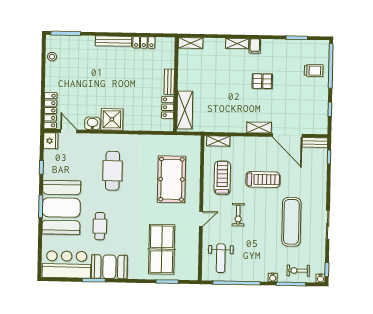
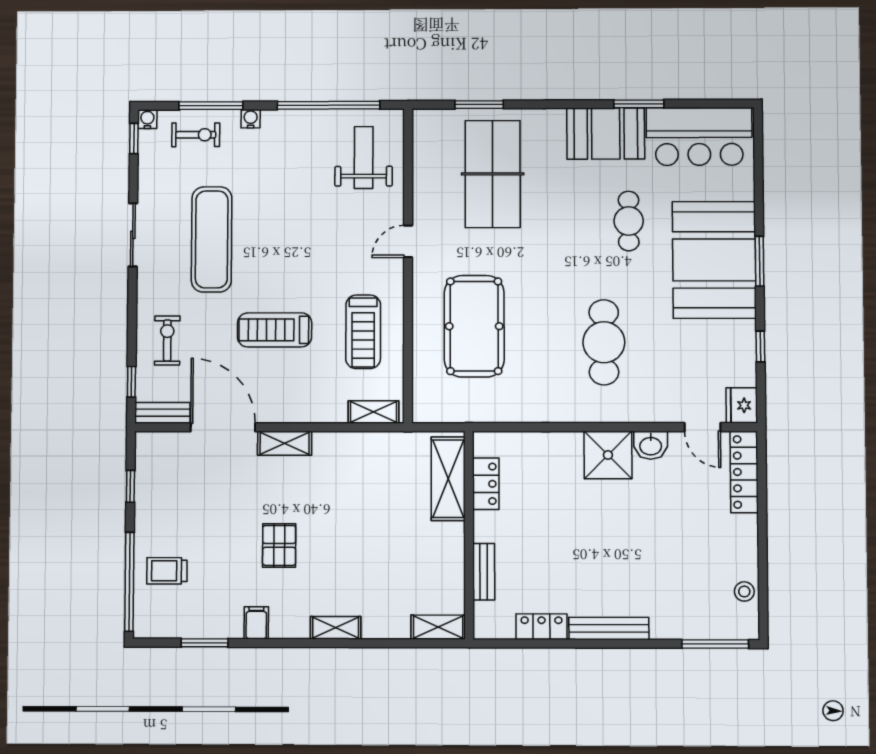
filing cabinet: (255, 46) -> (256, 623), moved
pallet: (262, 81) -> (279, 545), turned 90
bench: (169, 82) -> (484, 572), moved
exercise bike: (238, 215) -> (167, 340), moved

